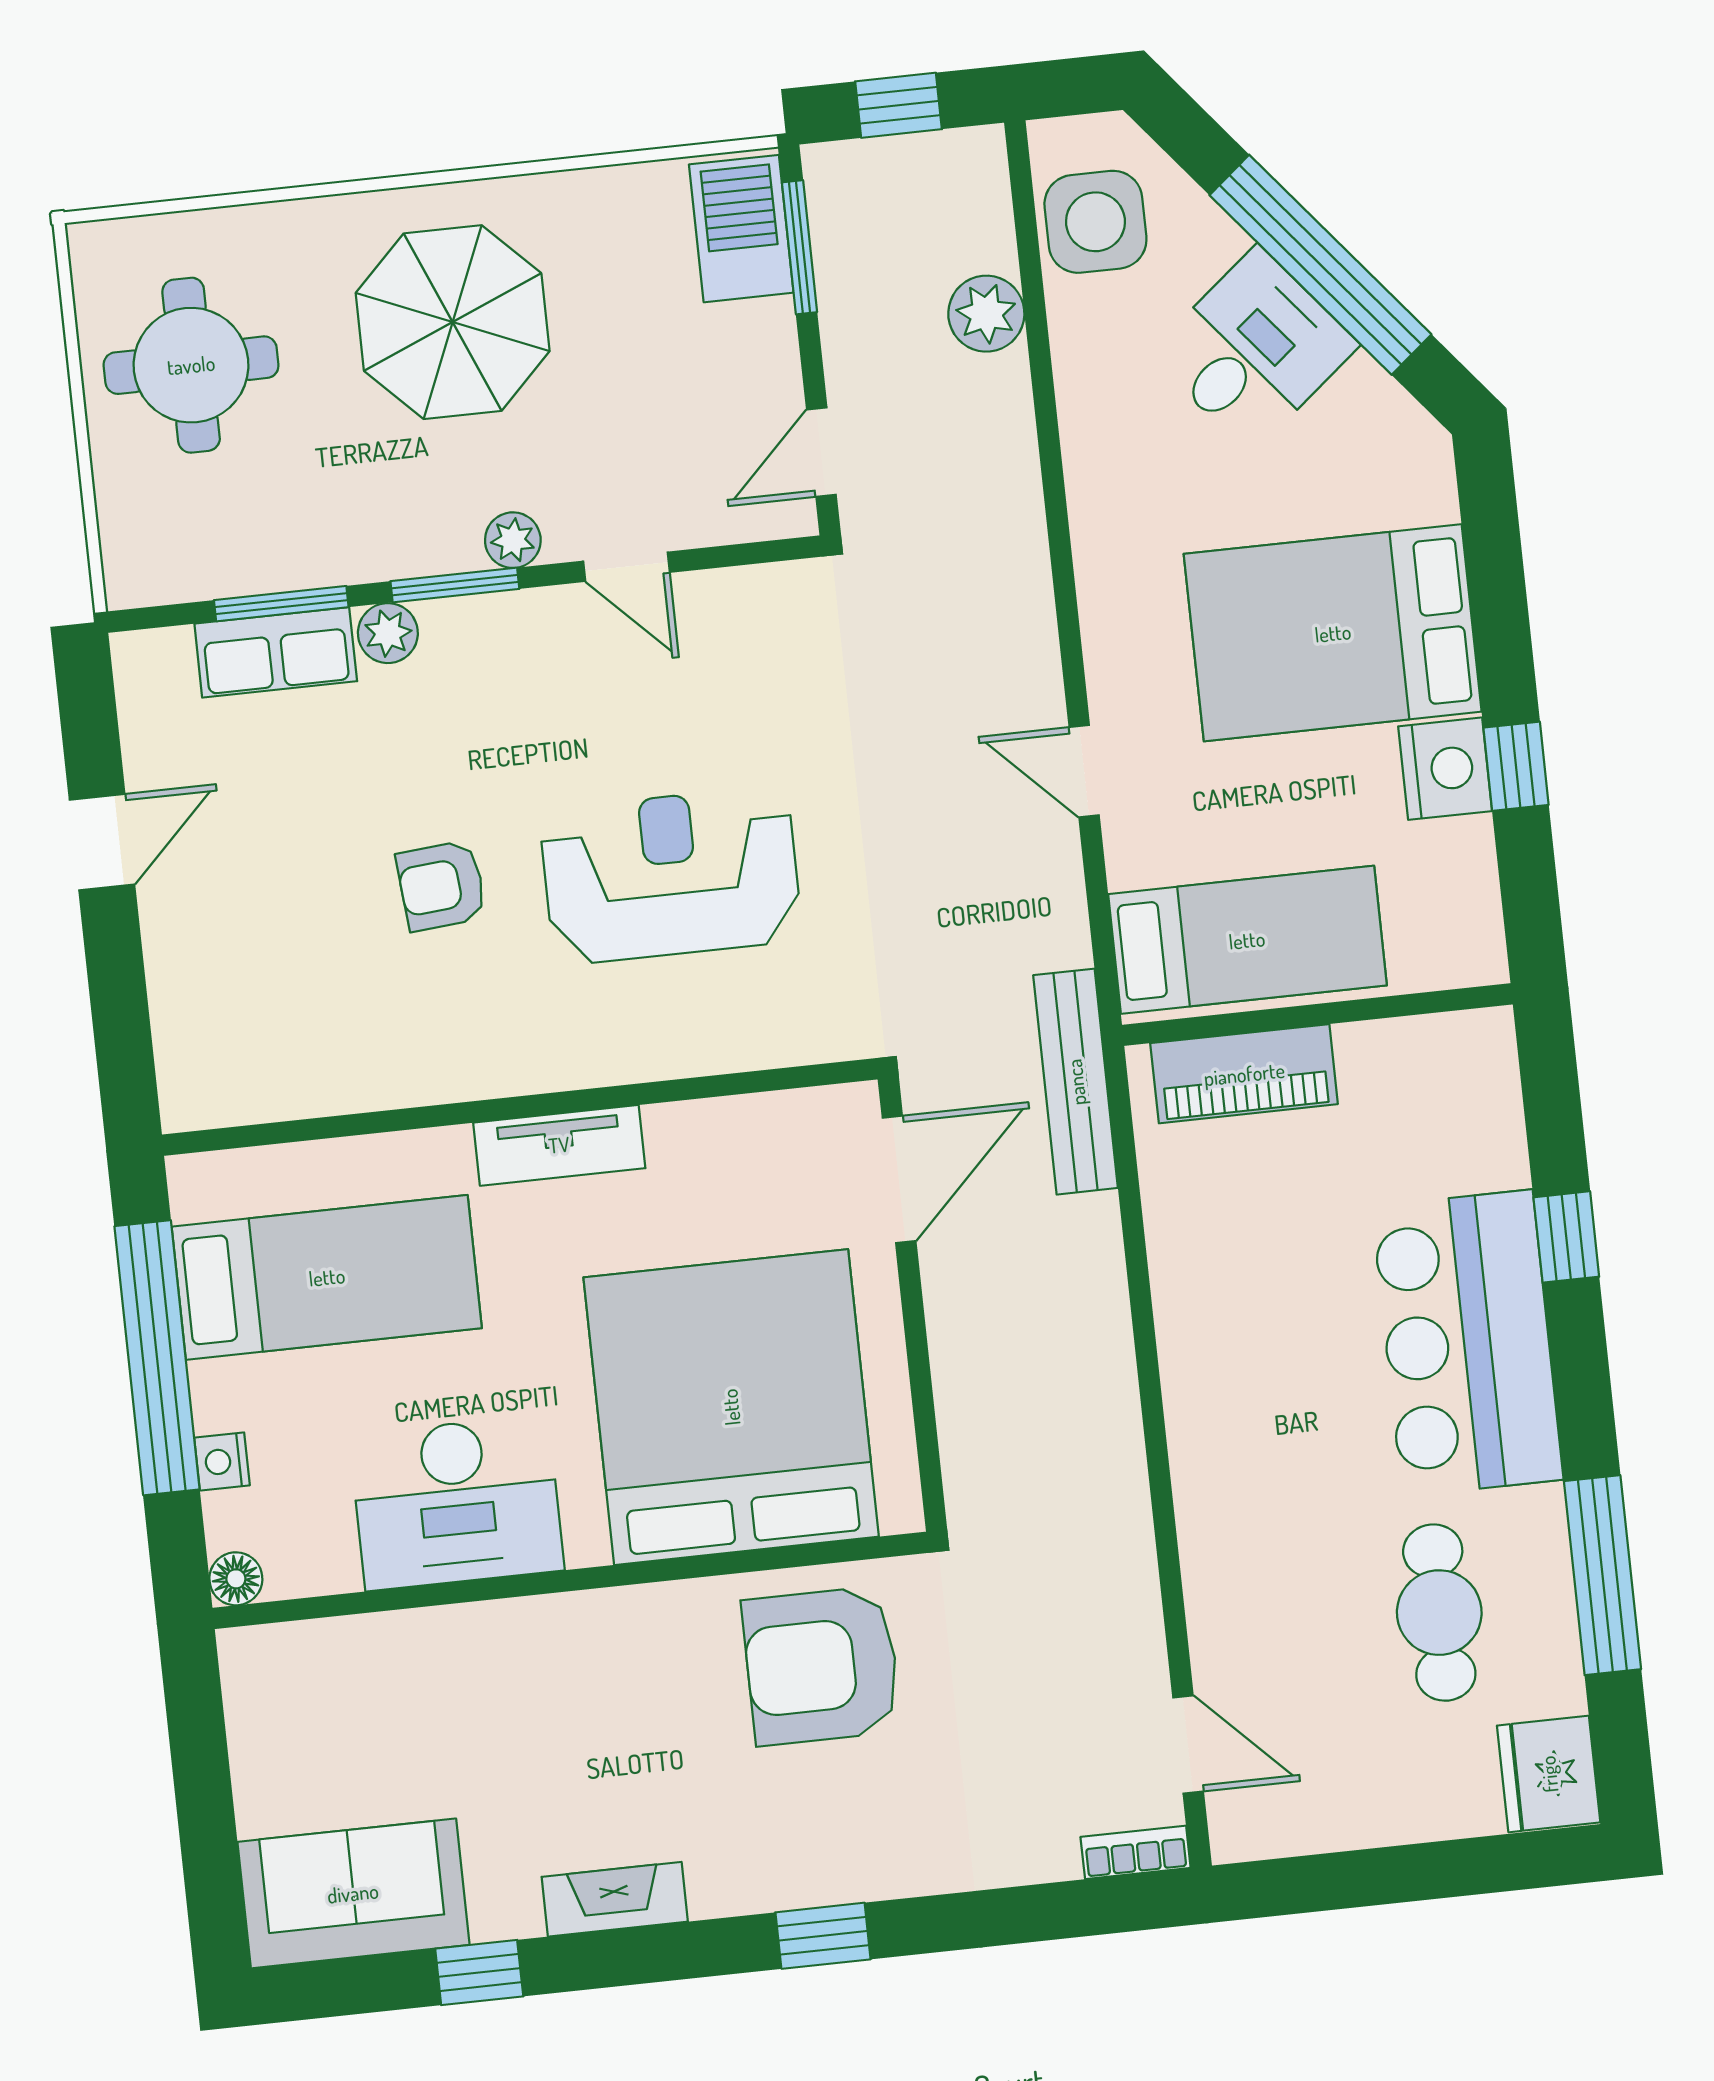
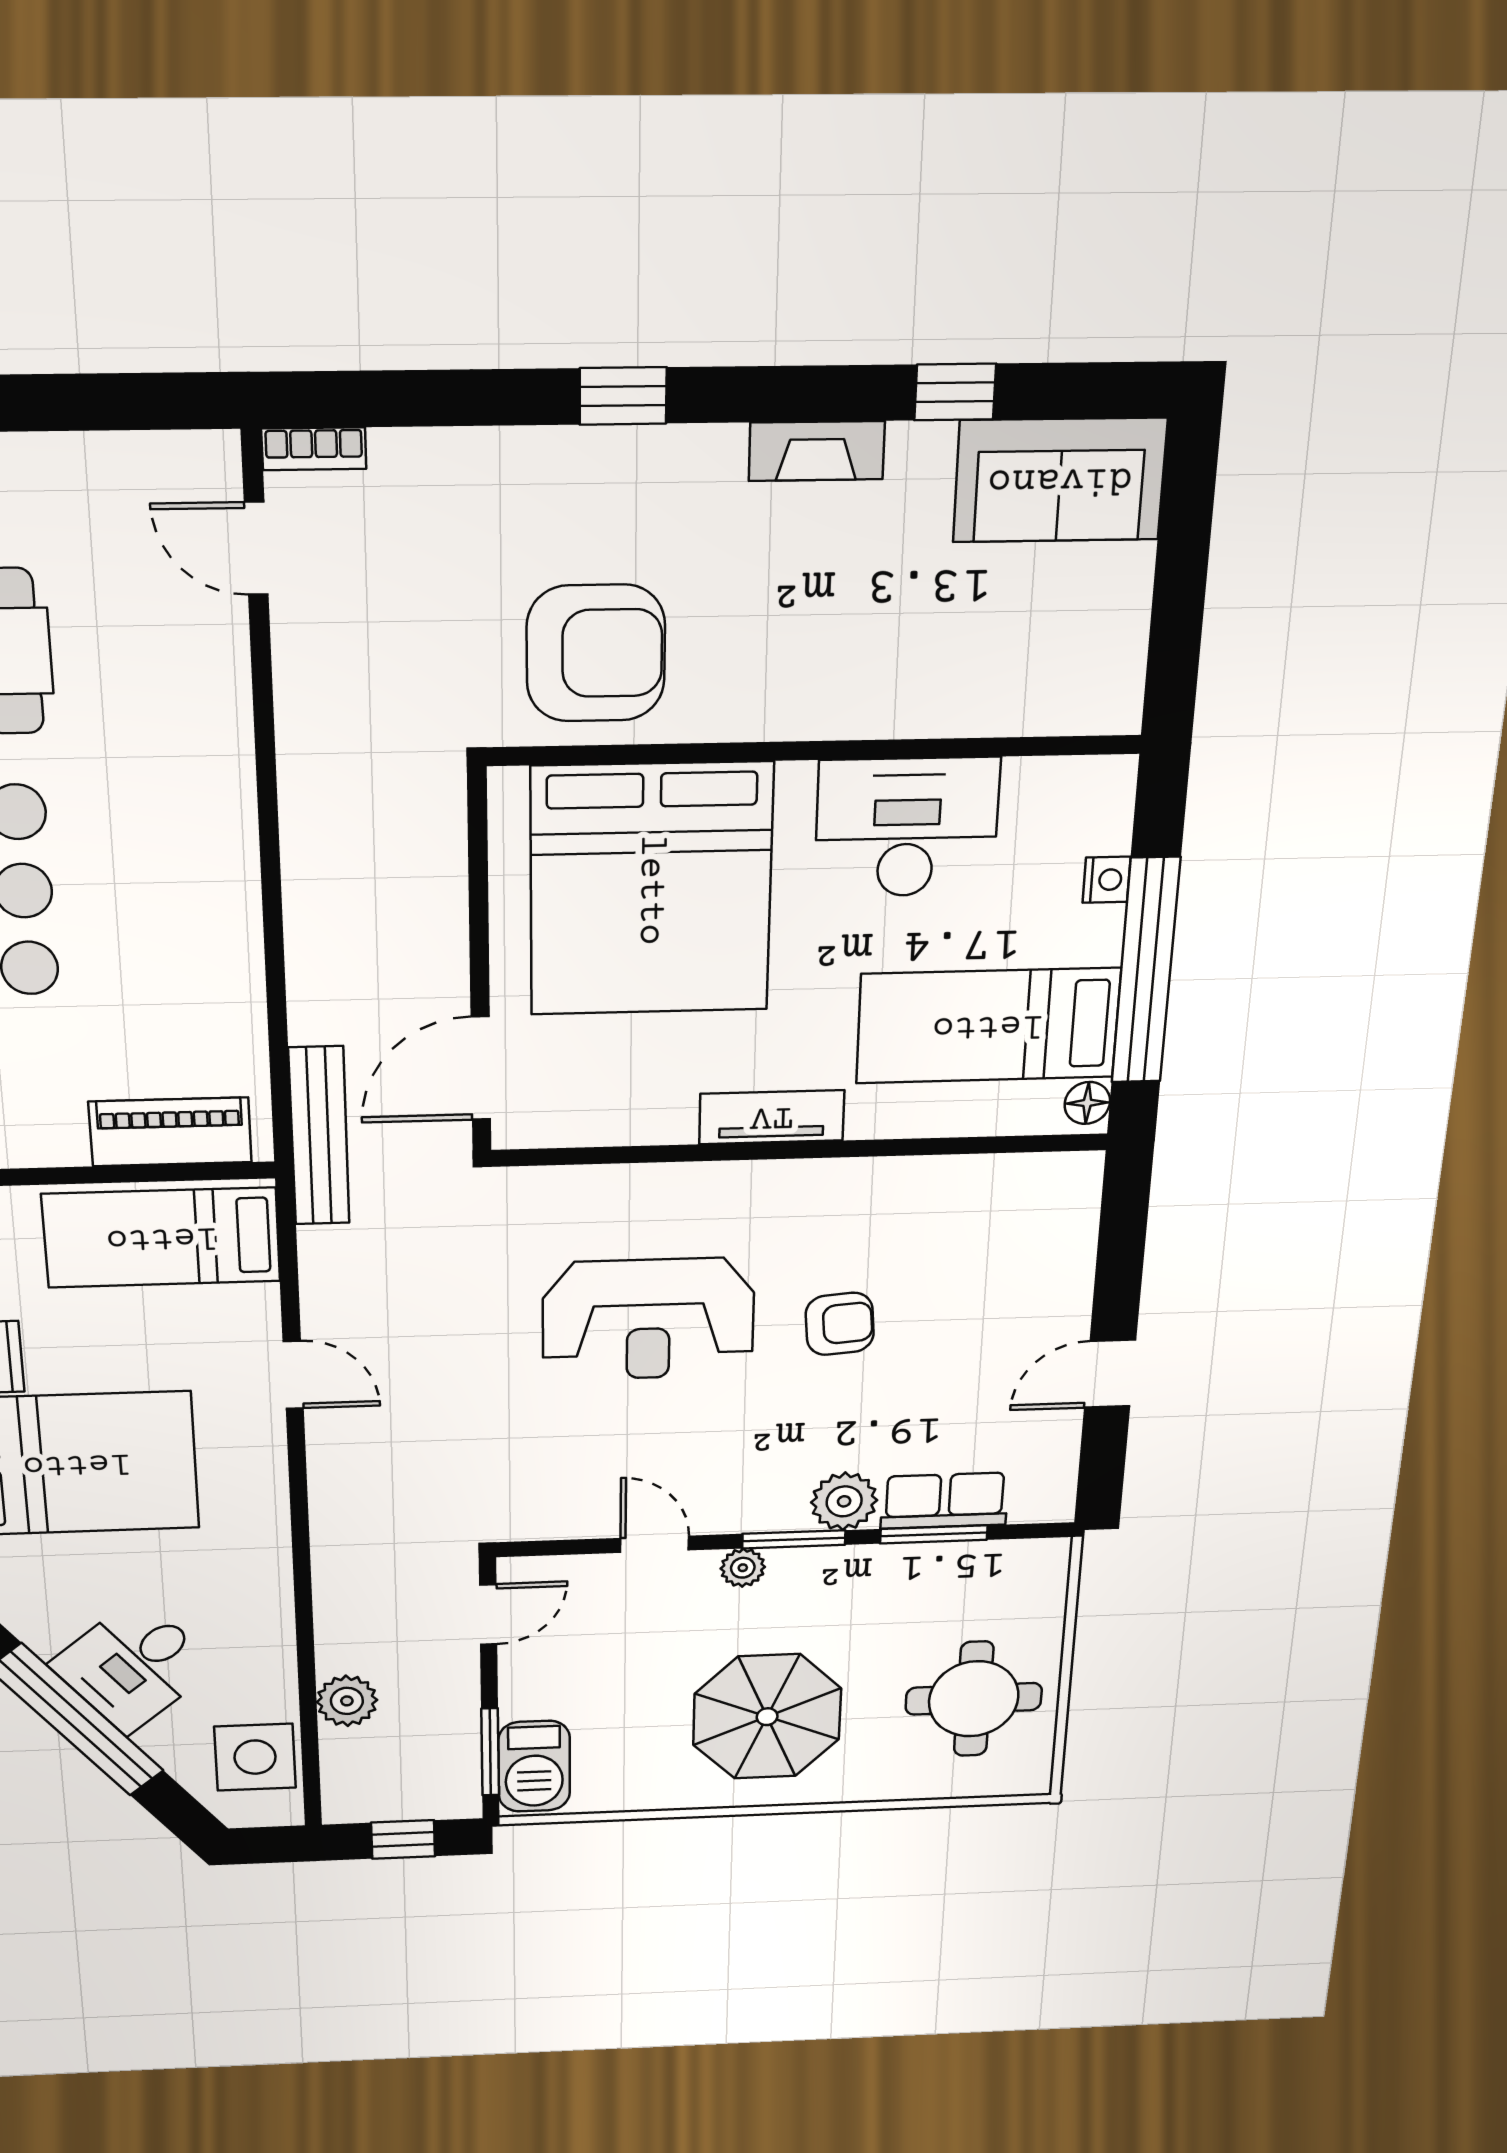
plant: (388, 633) -> (844, 1501), width x1.38, depth x1.38
floor lamp: (236, 1579) -> (1087, 1103), moved

